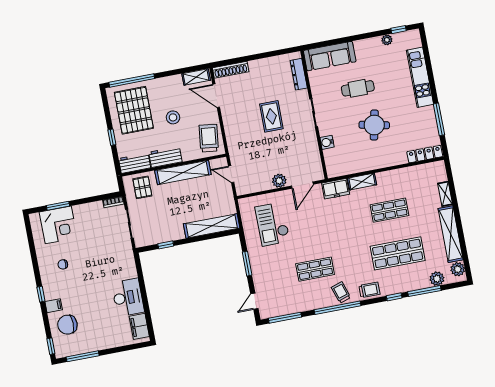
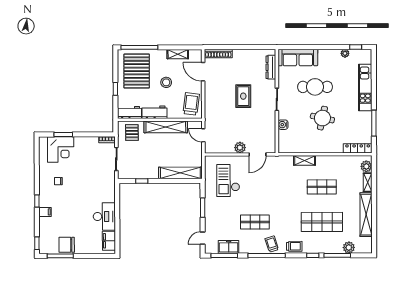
shelving: (196, 77) -> (178, 54), moved
cafe table: (358, 88) -> (315, 87), width x1.37, depth x1.35
freezer: (336, 189) -> (229, 247), moved, turned 180
plant: (458, 269) -> (366, 166), moved
chair: (67, 325) -> (67, 245), moved

